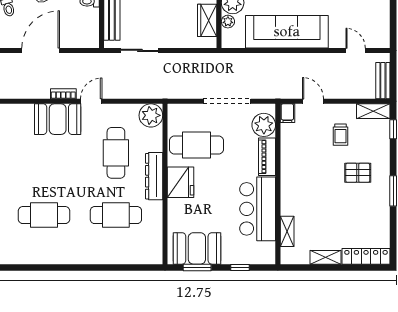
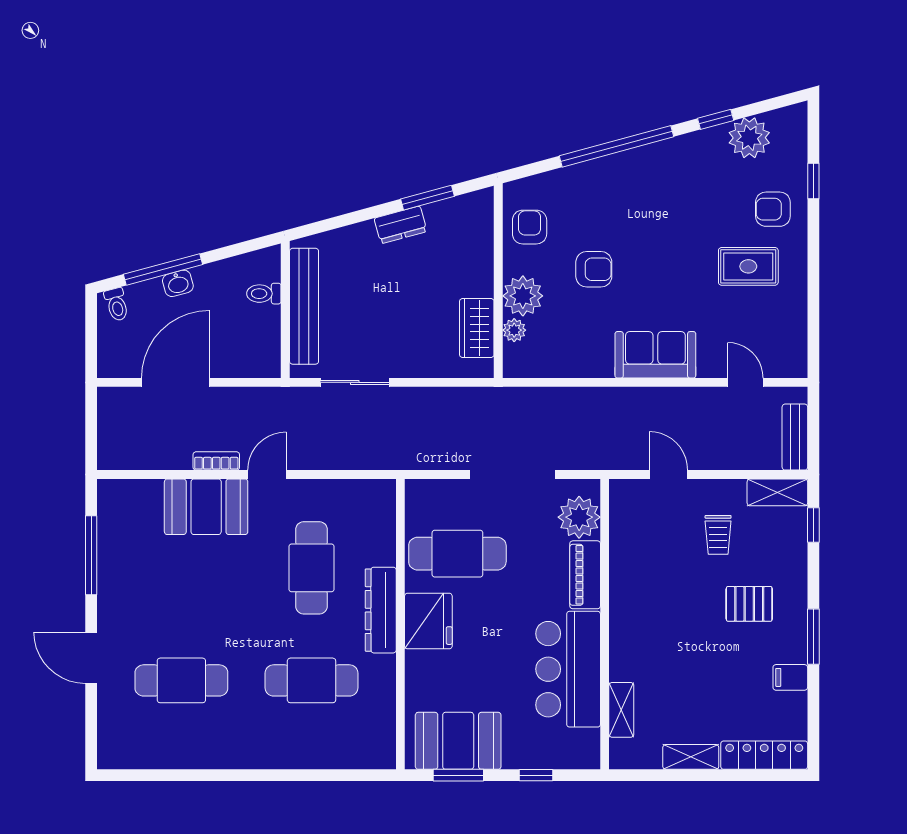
sofa: (287, 32) -> (655, 355), width x0.54, depth x0.79
filing cabinet: (287, 113) -> (790, 677), moved, turned 90
plant: (151, 115) -> (375, 500), removed

